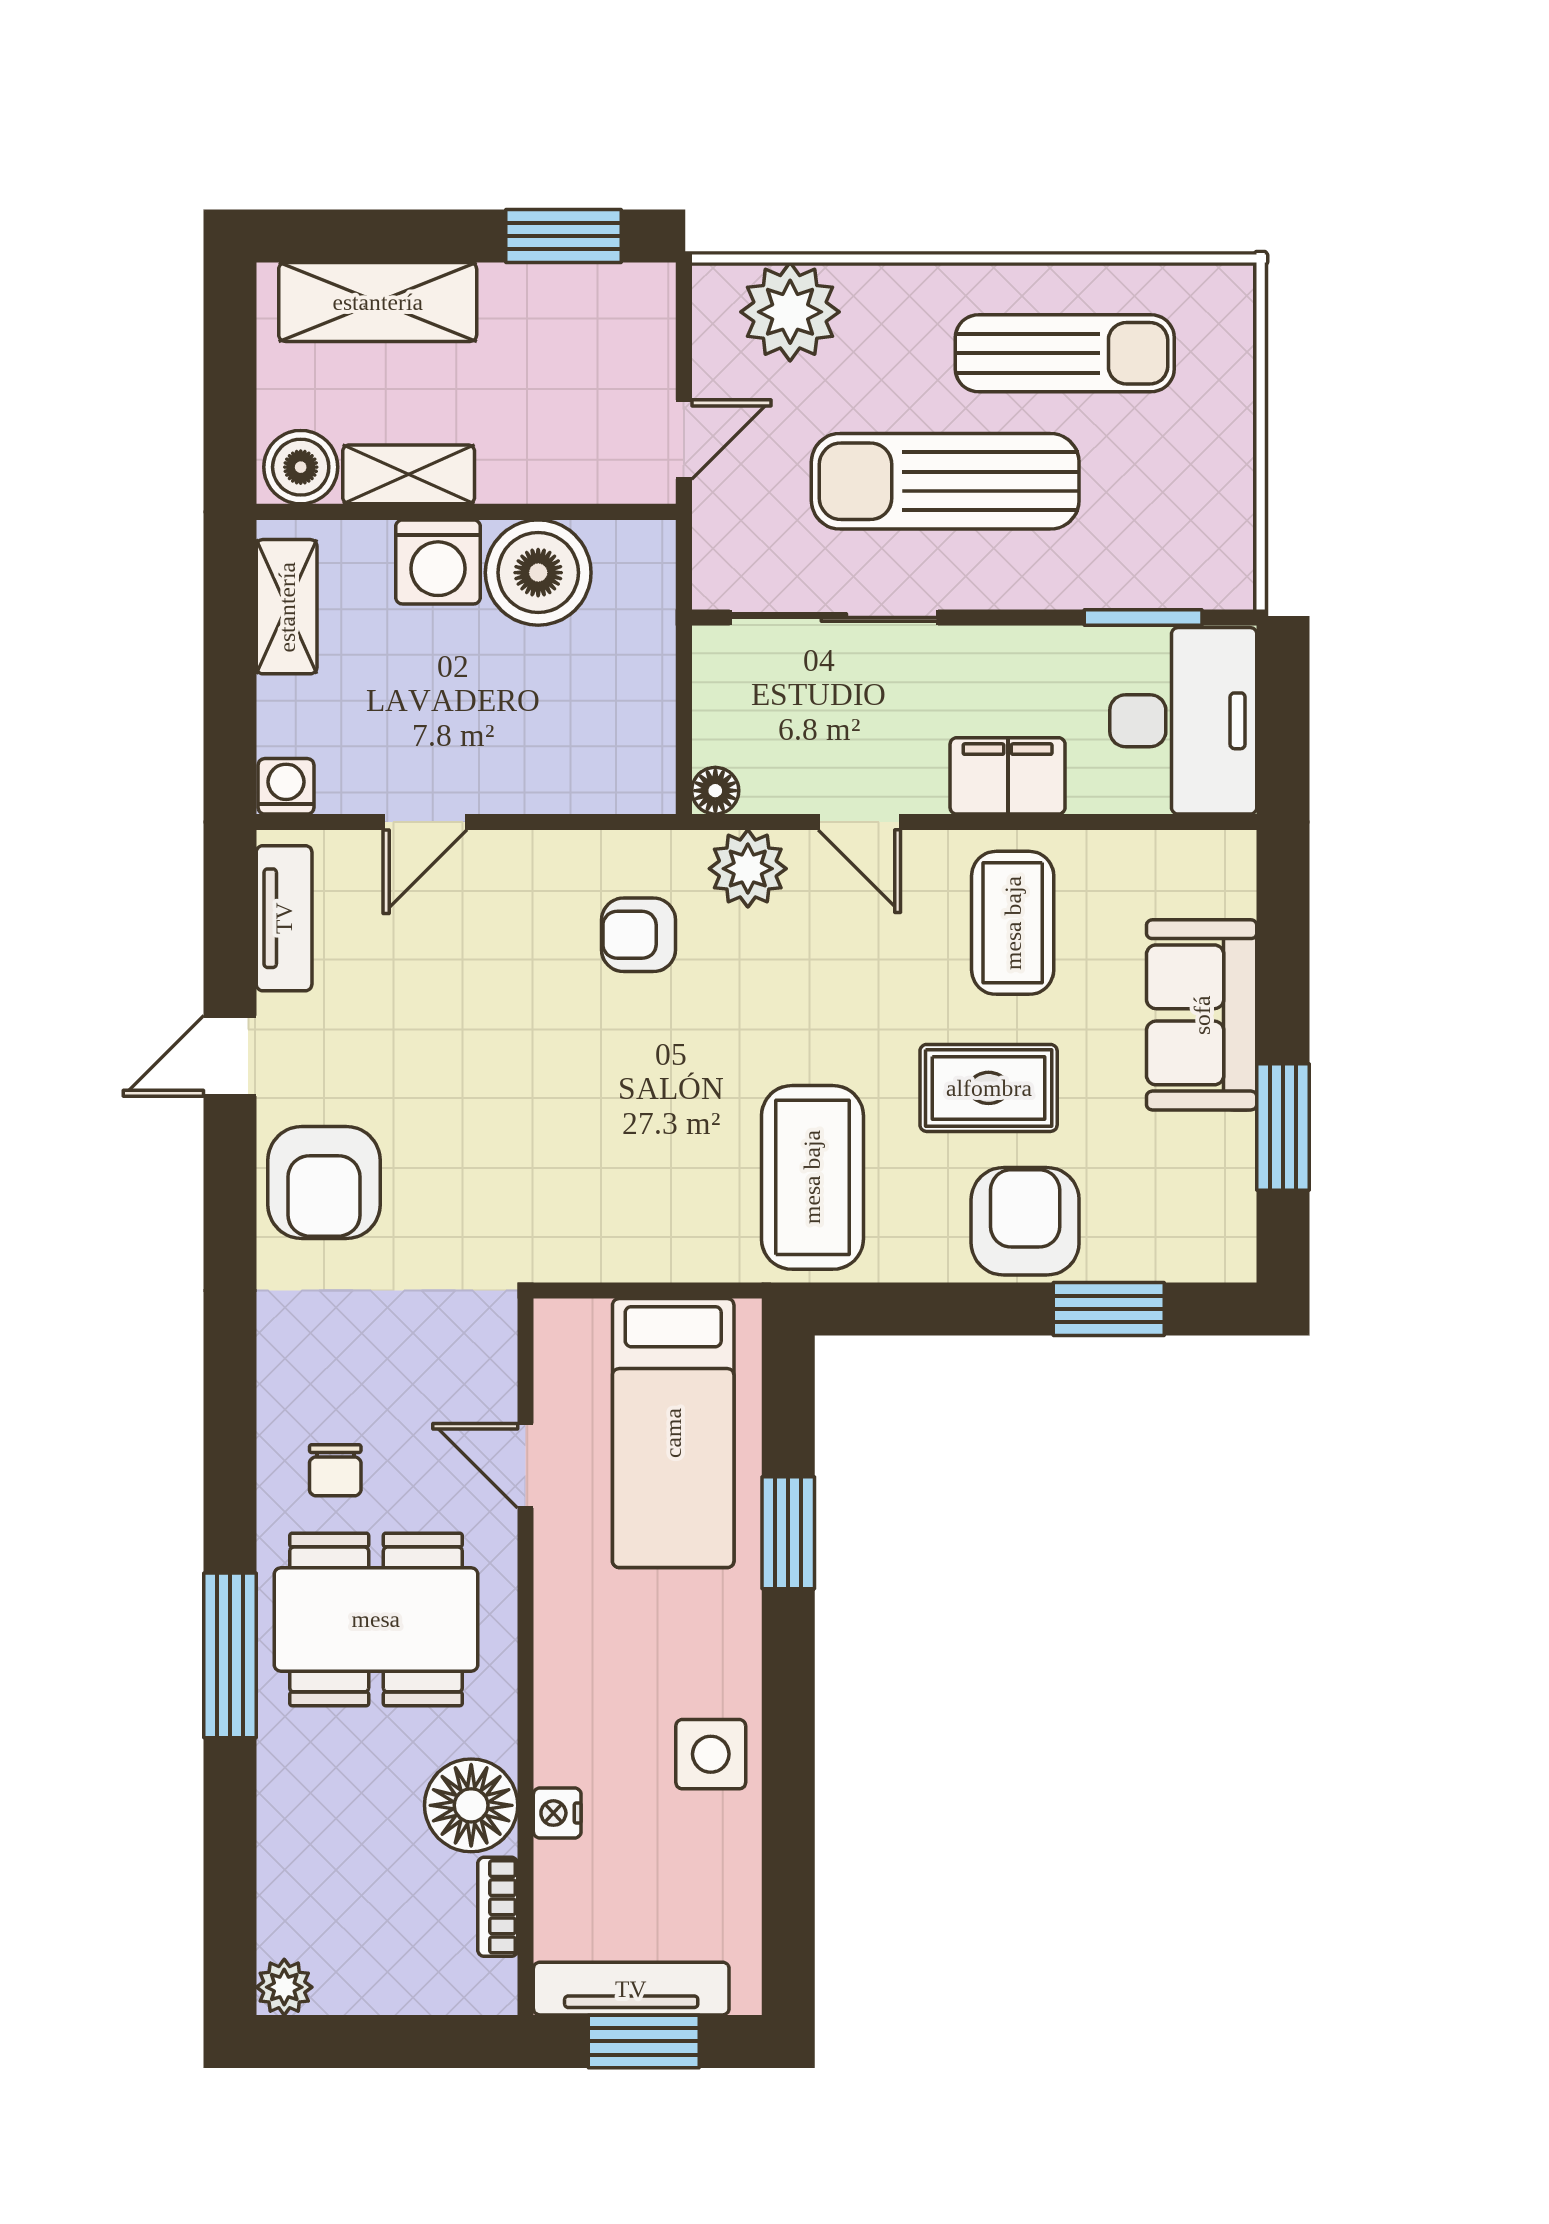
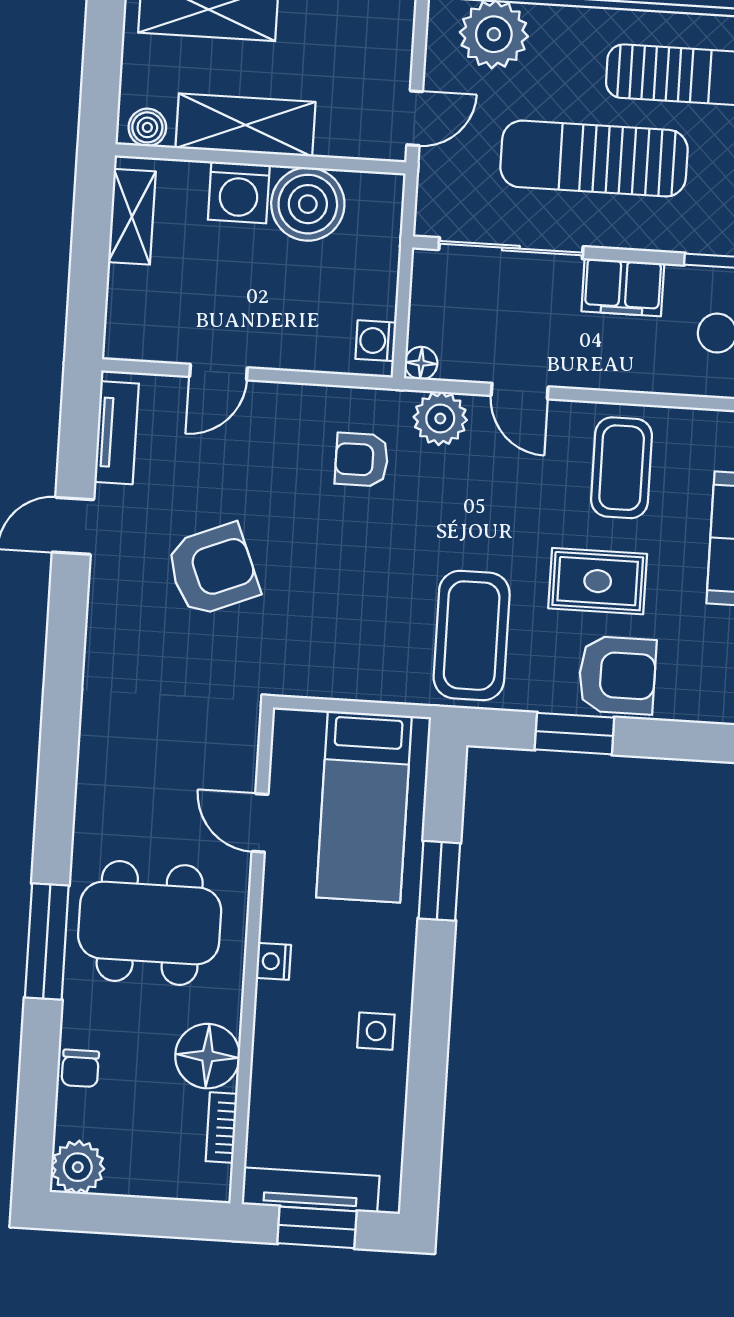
boiler: (301, 467) -> (147, 127), width x0.73, depth x0.73
shelving: (409, 474) -> (245, 125), width x1.50, depth x1.33
filing cabinet: (1008, 776) -> (623, 287), moved, turned 180
washing machine: (286, 786) -> (376, 341), moved, turned -90
armchair: (324, 1182) -> (213, 570), moved, turned -112
armchair: (1025, 1221) -> (617, 675), turned 90
window: (1109, 1309) -> (574, 734), moved
chair: (335, 1470) -> (80, 1068), moved
side table: (711, 1754) -> (376, 1031), width x0.73, depth x0.73
nightstand: (557, 1813) -> (273, 961), moved
plant: (284, 1987) -> (78, 1167), width x1.38, depth x1.38

